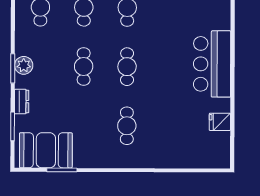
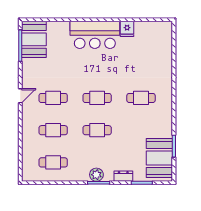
fridge: (220, 122) -> (127, 29), moved

